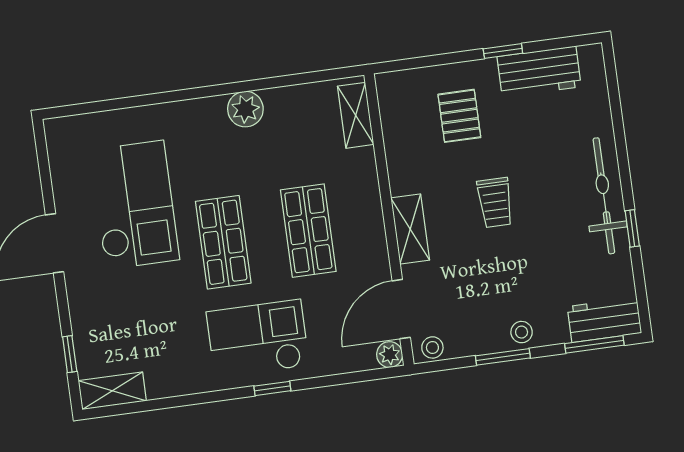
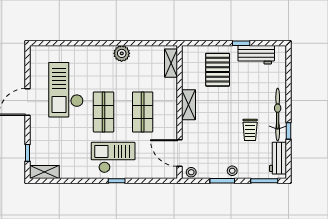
pallet: (459, 116) -> (218, 70), width x1.50, depth x1.42
trolley: (495, 203) -> (250, 130), moved
checkout: (134, 205) -> (66, 90), turned 180
shelving: (410, 229) -> (188, 105), moved
door: (401, 309) -> (179, 153), hinge flipped
workbench: (604, 320) -> (278, 158), moved, turned -90
plant: (390, 355) -> (171, 173), removed

